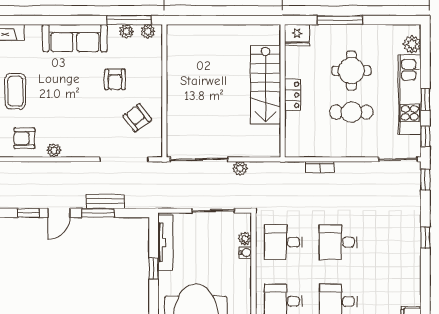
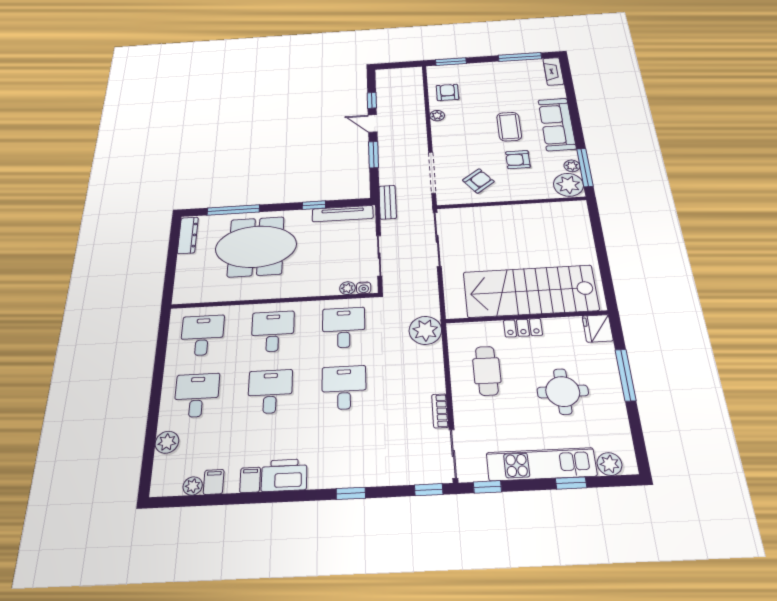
plant: (148, 31) -> (568, 185), width x1.88, depth x1.88
stairs: (266, 85) -> (530, 291), width x1.36, depth x1.51
coffee table: (15, 91) -> (509, 127), moved, turned 90
window: (425, 100) -> (571, 483), moved
cafe table: (351, 112) -> (487, 371), moved
bookcase: (320, 167) -> (440, 411), moved
plant: (240, 168) -> (425, 330), moved, width x1.87, depth x1.87
bench: (105, 201) -> (388, 202), moved
water cooler: (245, 253) -> (364, 288), moved
printer: (409, 288) -> (284, 475), added

